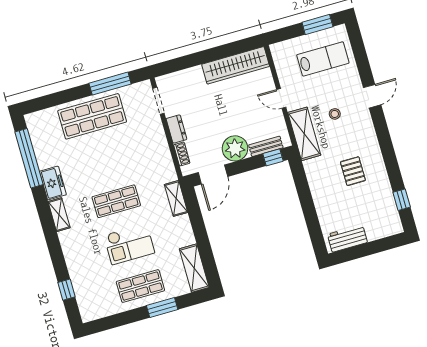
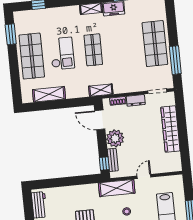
wardrobe: (236, 65) -> (170, 129), moved
shelving: (176, 198) -> (101, 90), moved
checkout: (129, 244) -> (62, 53), turned 180
shelving: (194, 268) -> (49, 94), moved
shop shelf: (140, 286) -> (32, 56), width x1.43, depth x1.36
window: (162, 308) -> (11, 34), moved

